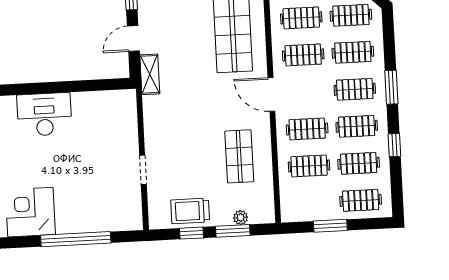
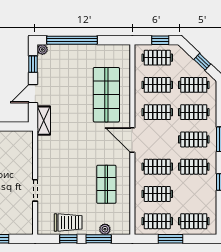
clothes rail: (359, 163) -> (157, 221), moved
trolley: (190, 211) -> (68, 222), turned 180

